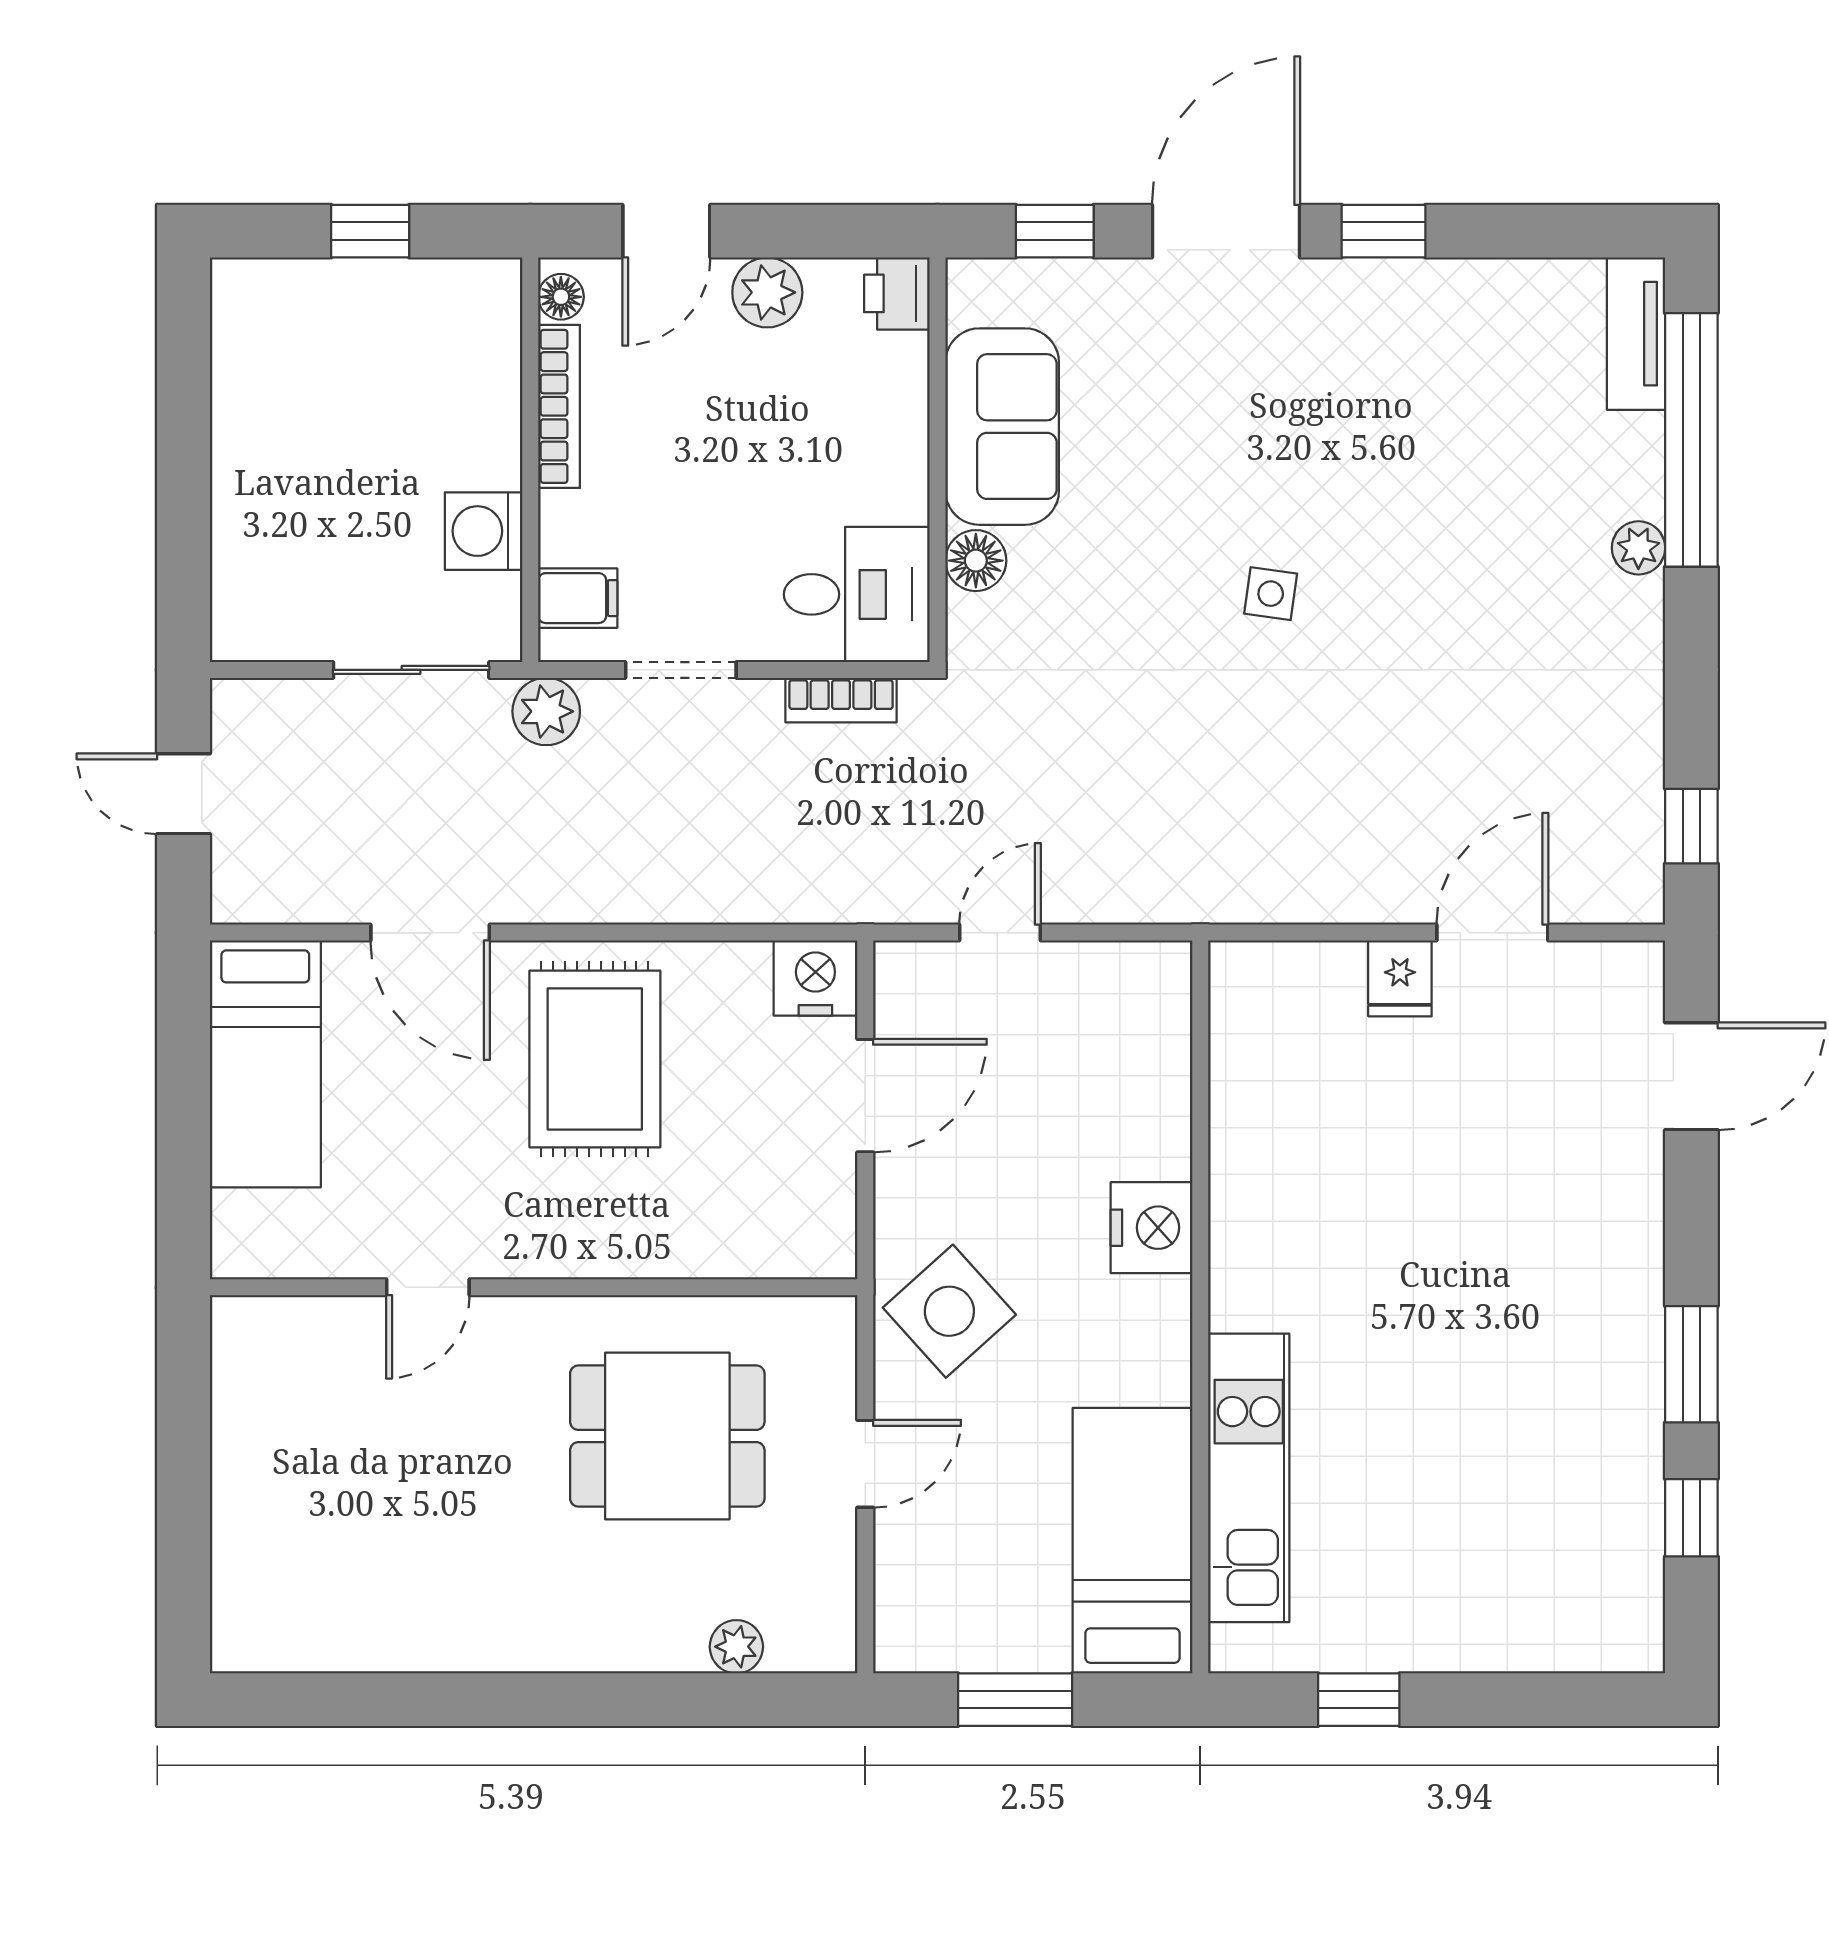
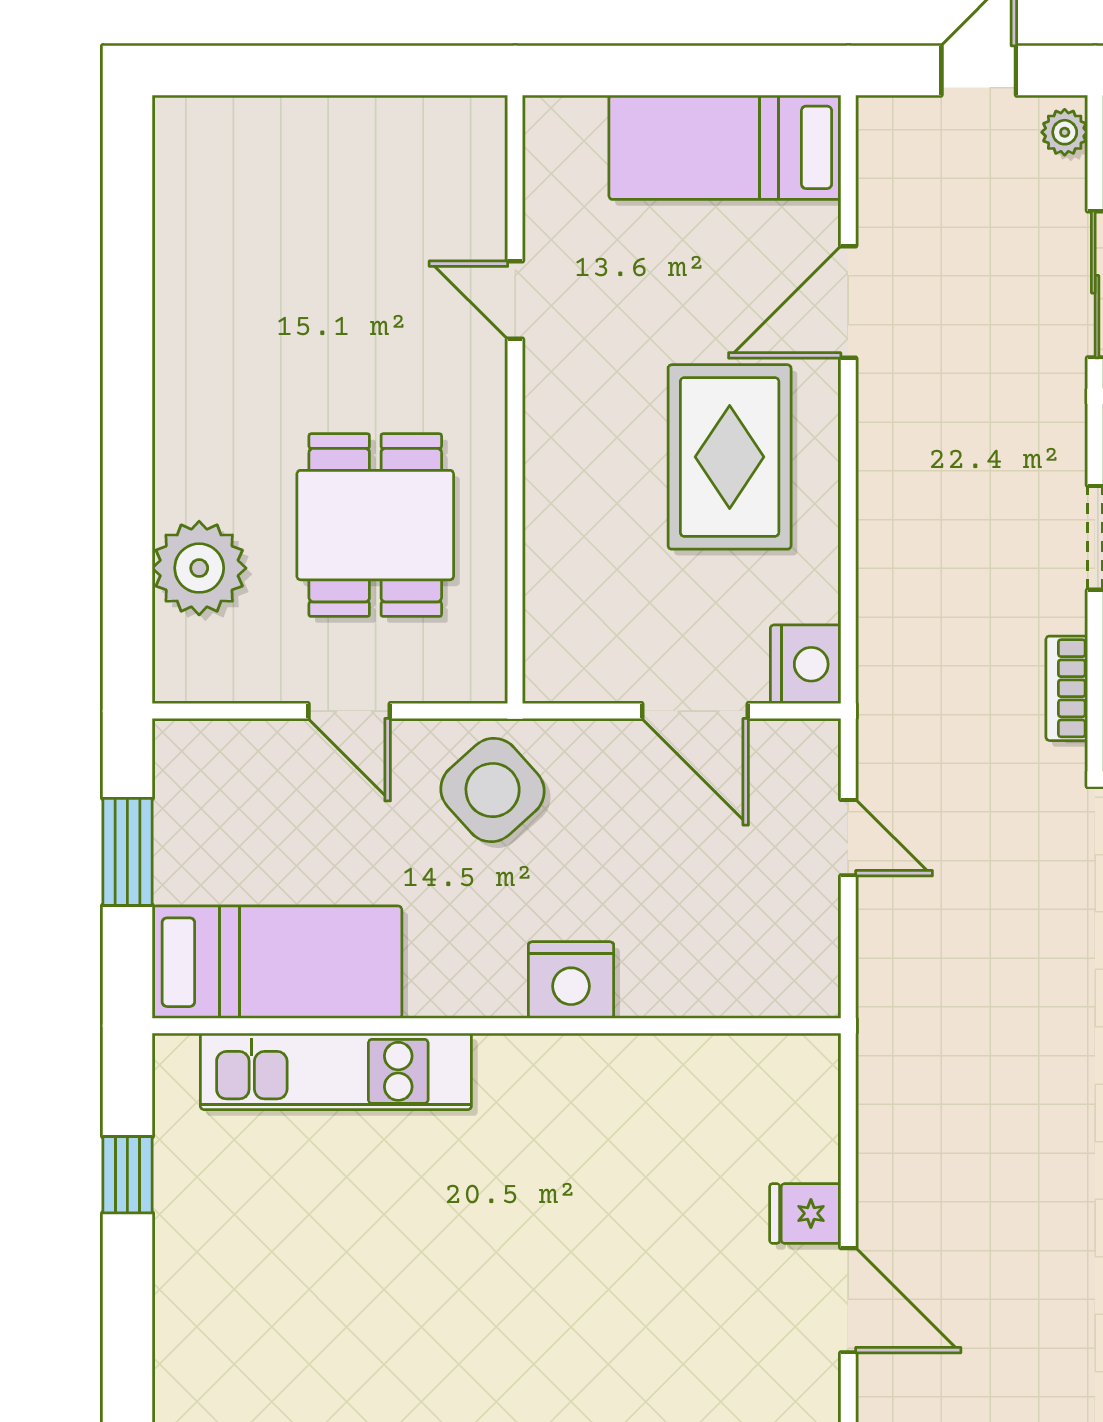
plant: (546, 711) -> (1065, 132), moved, width x0.73, depth x0.73
rug: (595, 1059) -> (730, 457), turned 90
plant: (736, 1647) -> (199, 568), width x1.87, depth x1.87

